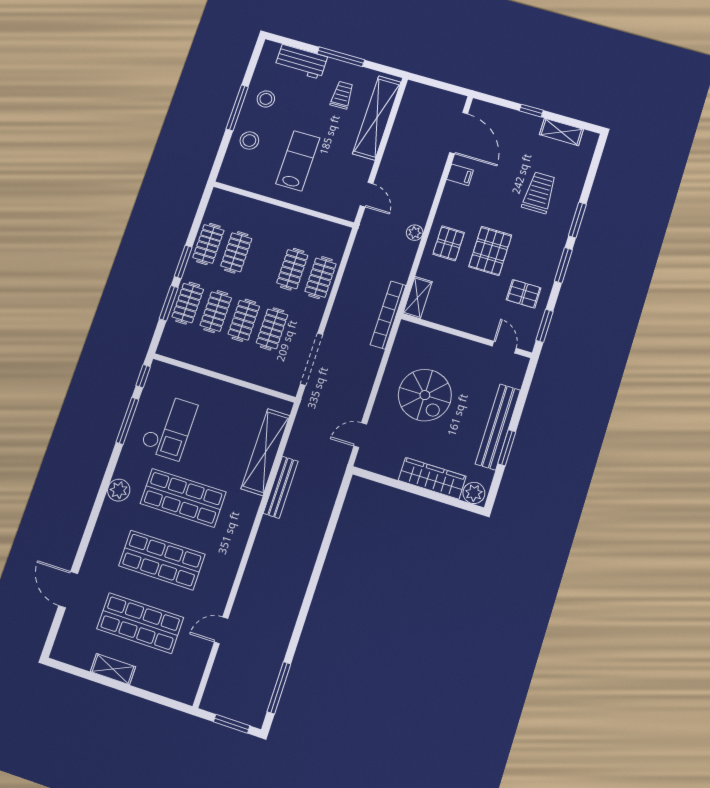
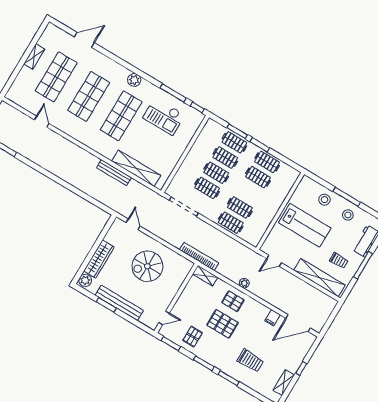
lab bench: (298, 161) -> (305, 225), width x1.36, depth x1.39

